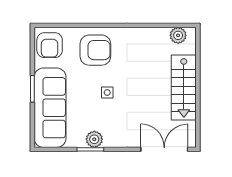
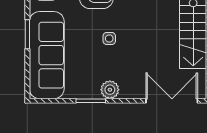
plant: (94, 139) -> (110, 90), moved

